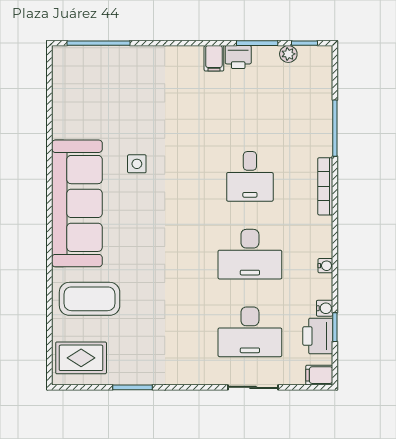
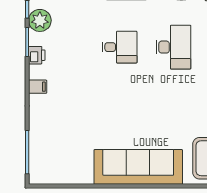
plant: (288, 54) -> (40, 20), width x1.88, depth x1.88
filing cabinet: (214, 58) -> (38, 87), moved
side table: (137, 164) -> (111, 125), removed

